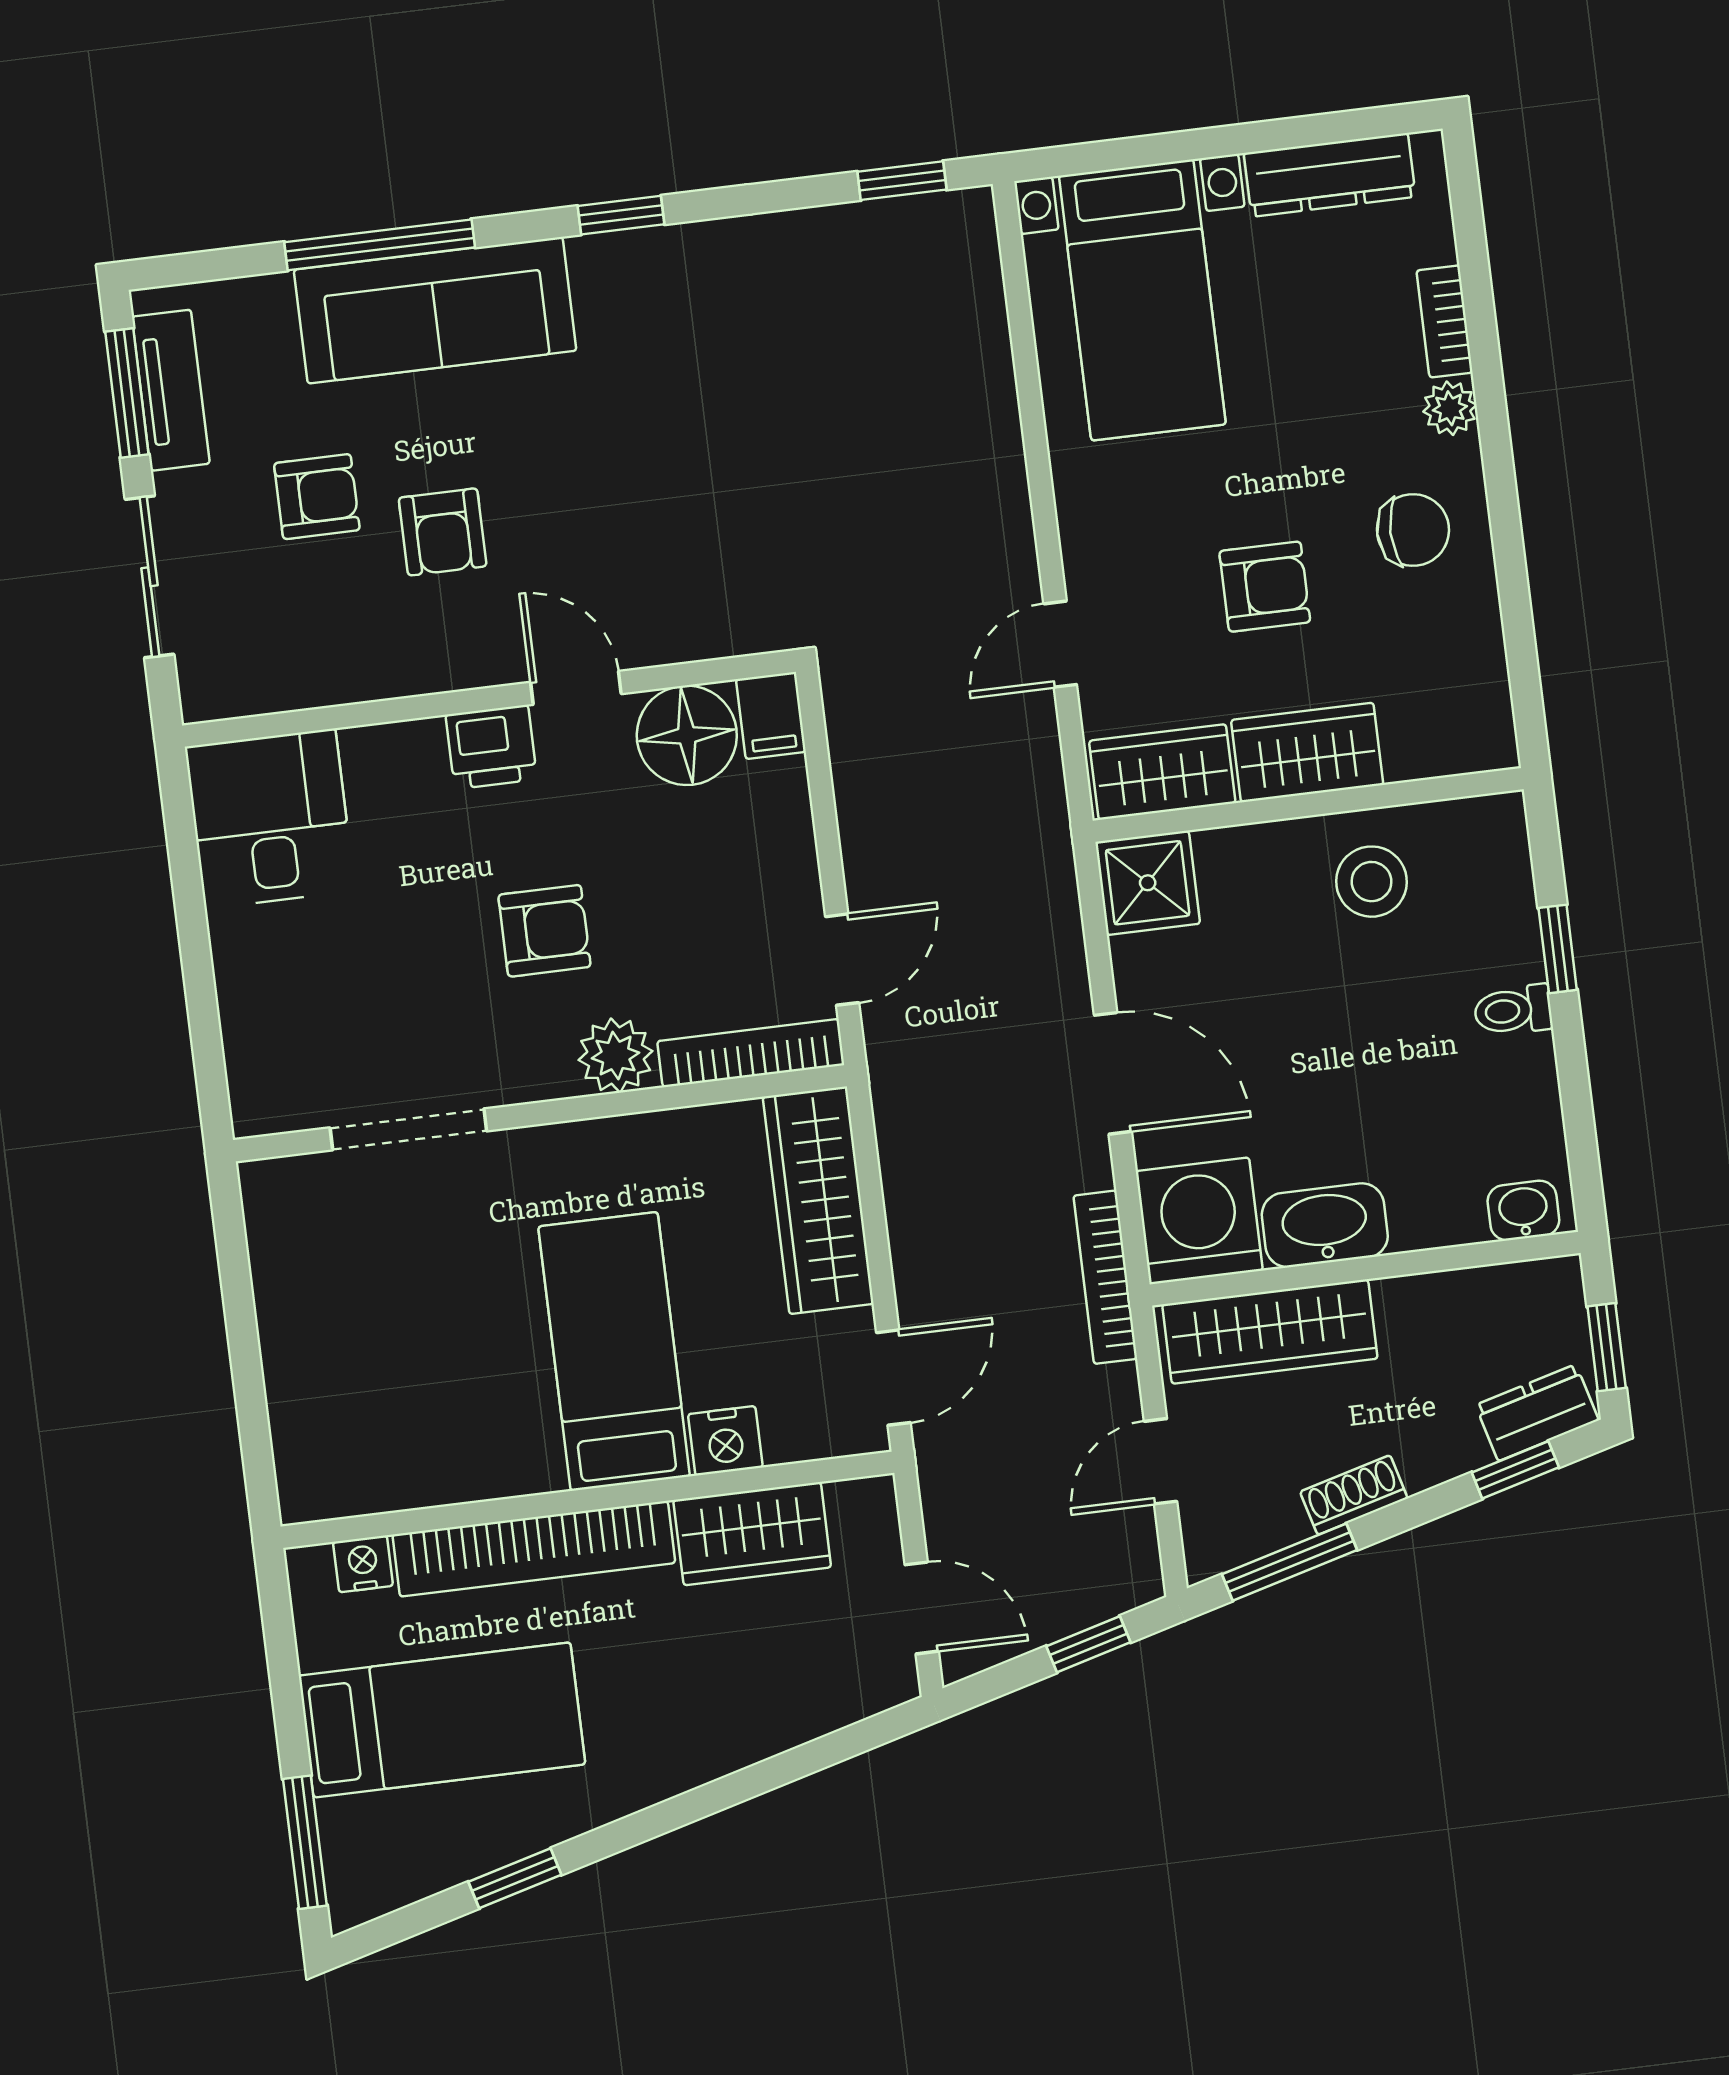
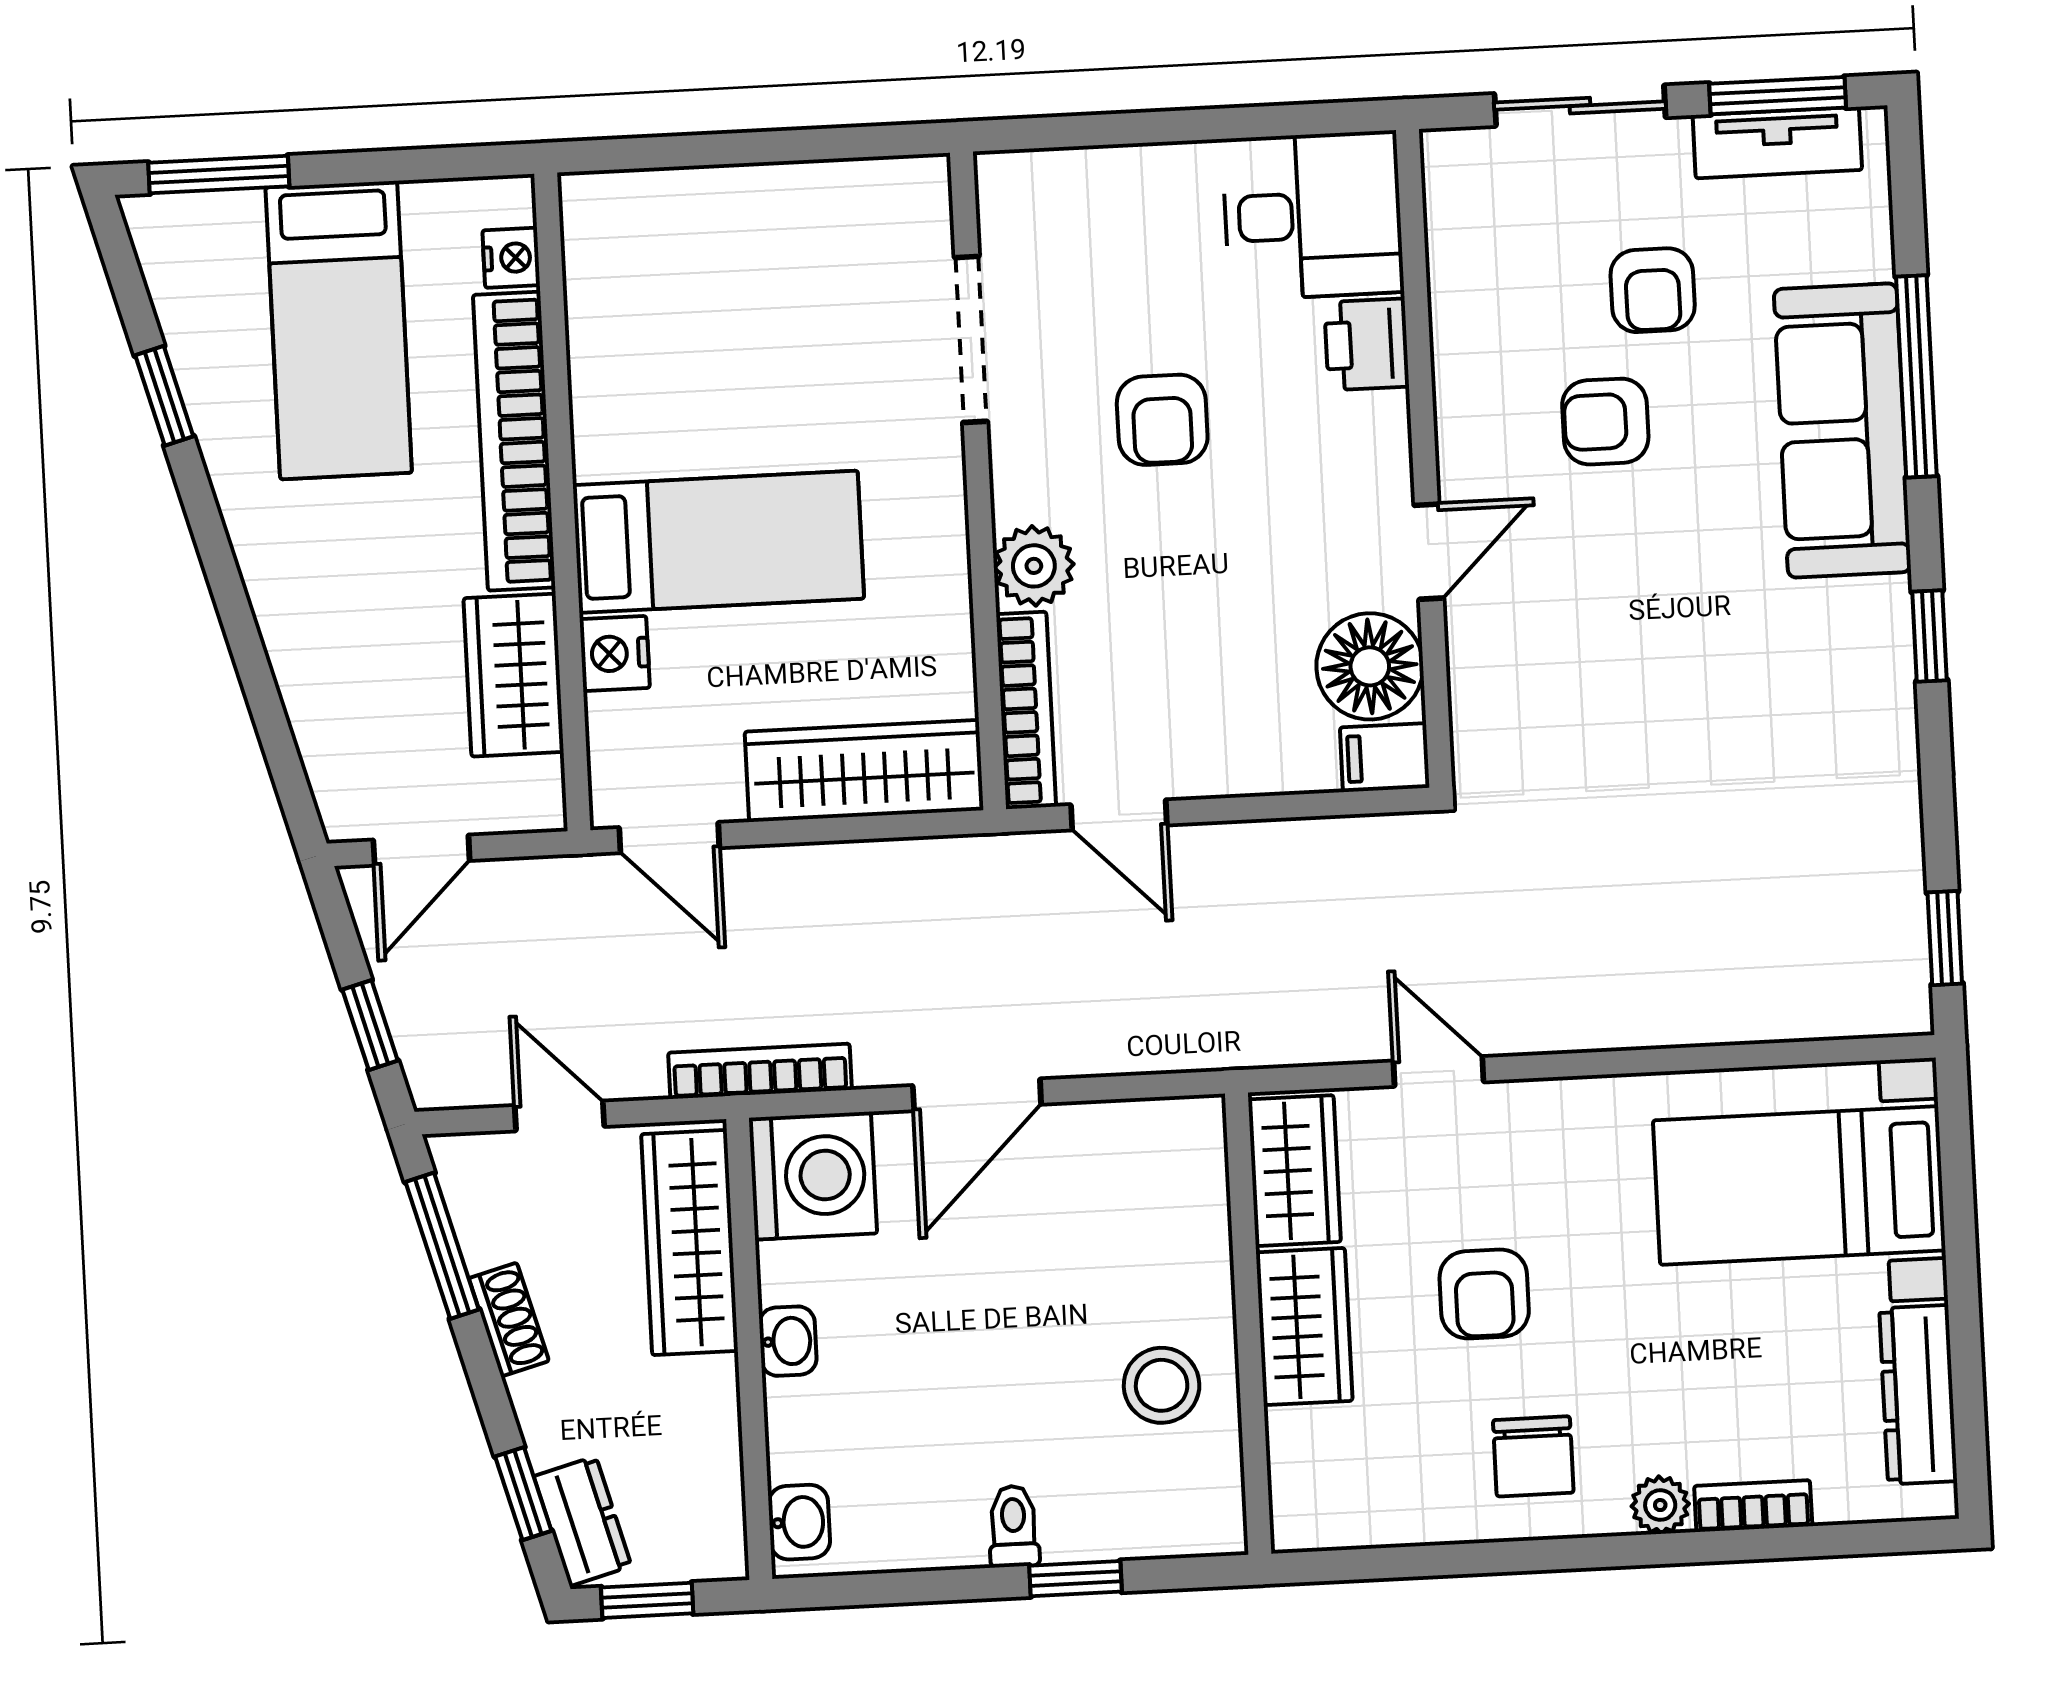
printer: (491, 747) -> (1367, 344), moved
shower: (1148, 883) -> (1177, 1146), removed
armchair: (544, 931) -> (1162, 420), moved
washbasin: (1325, 1225) -> (788, 1341), width x0.52, depth x0.69

